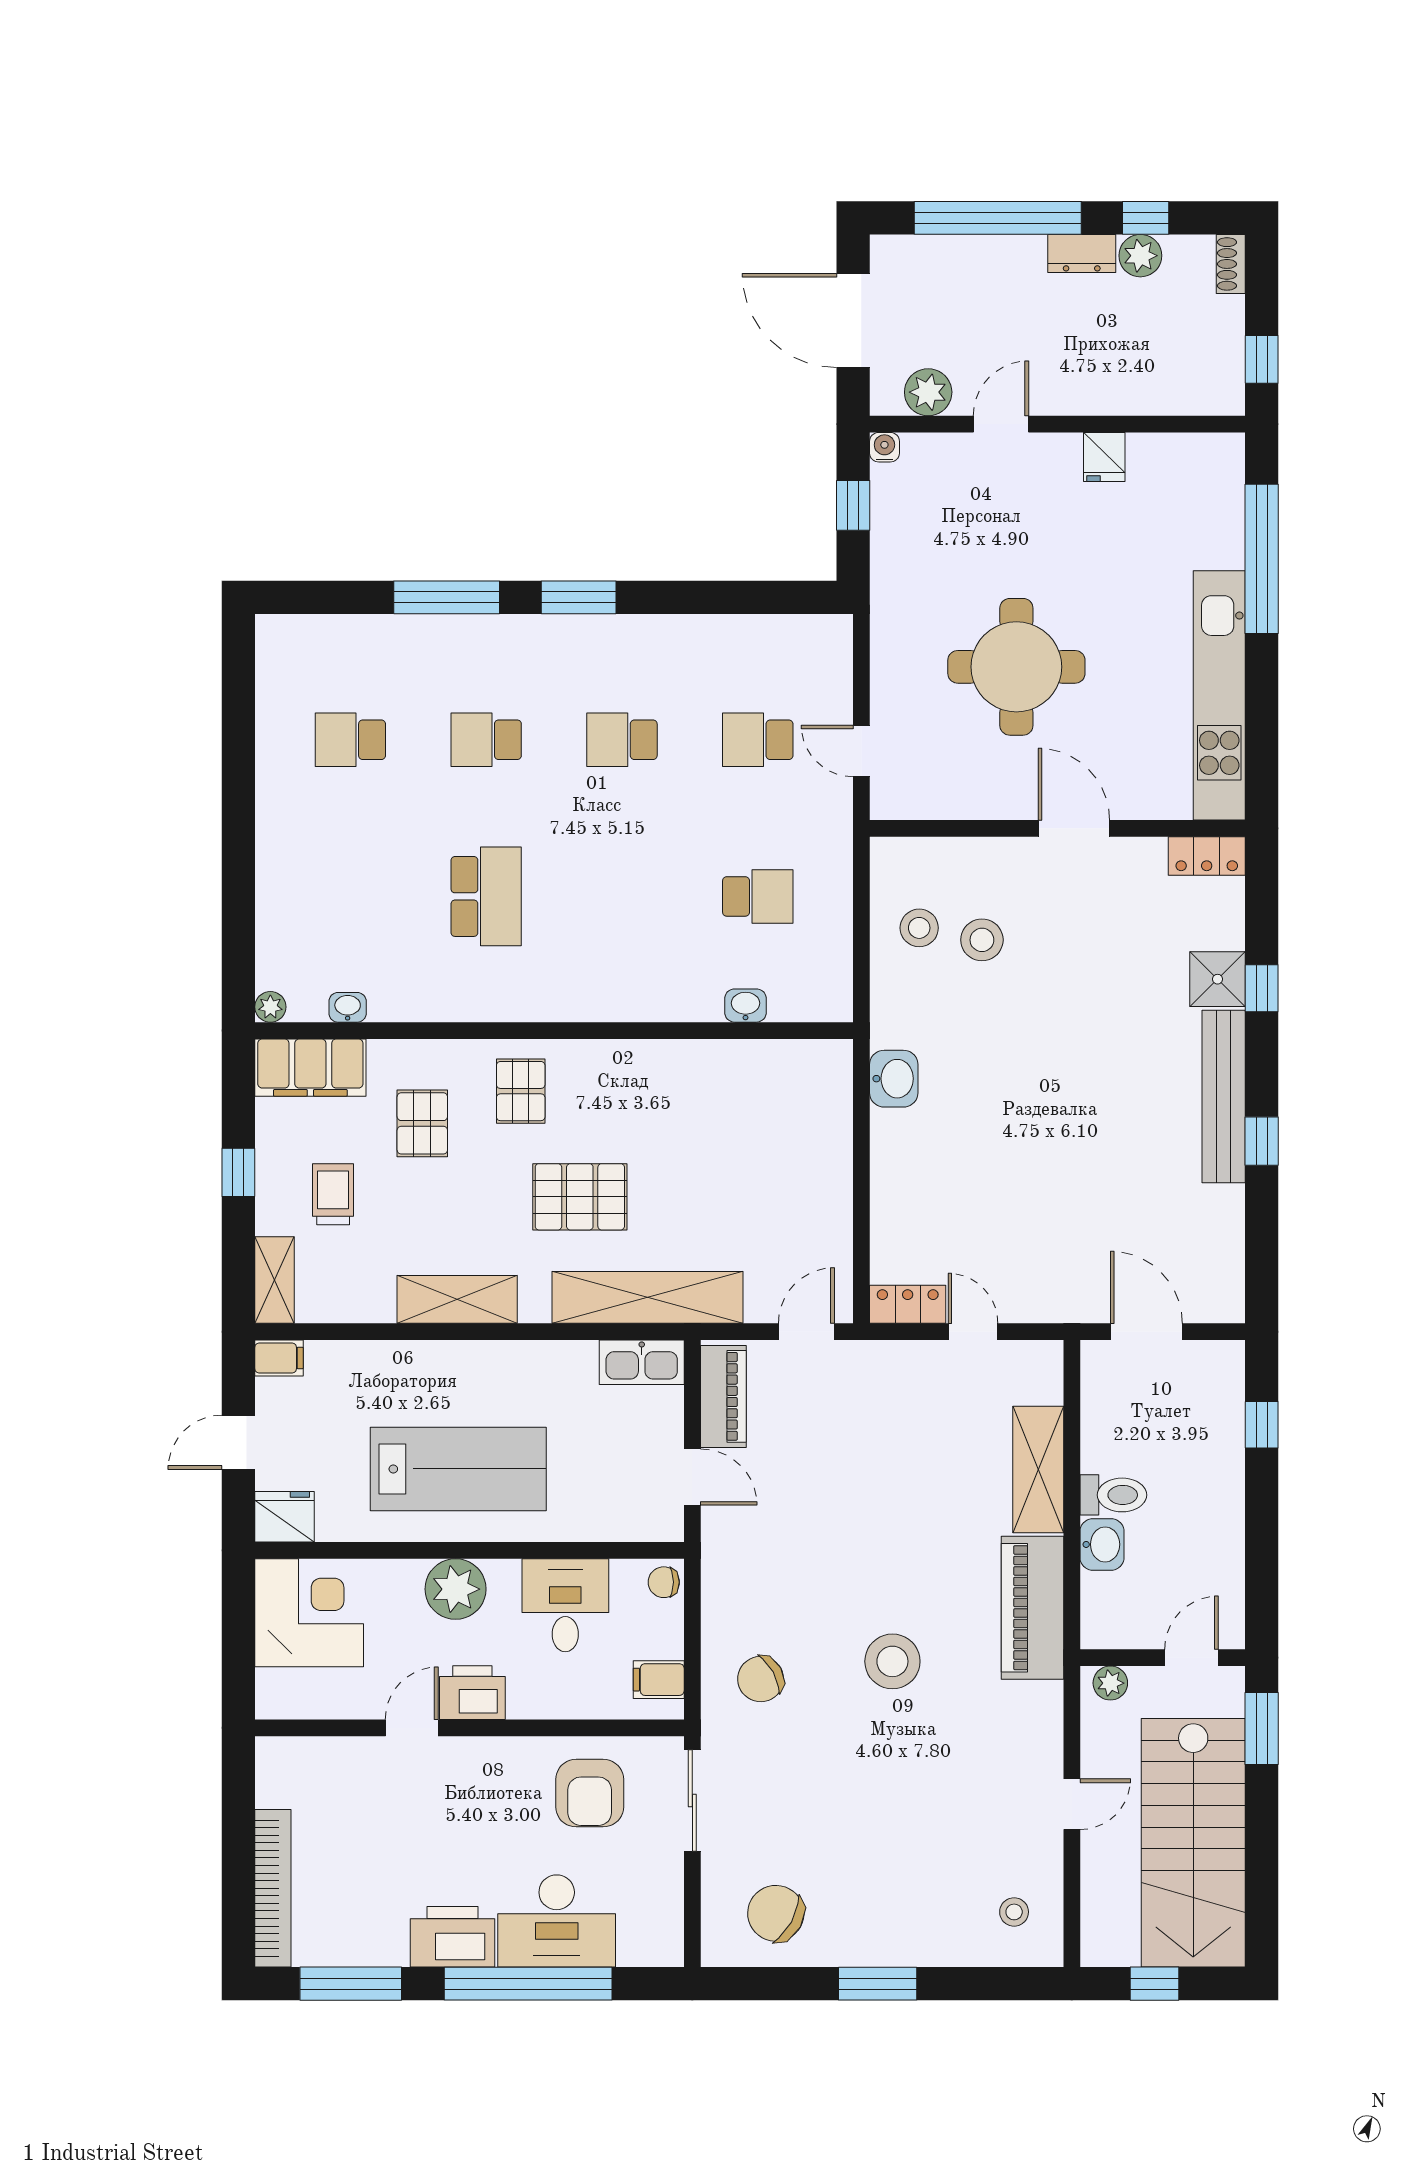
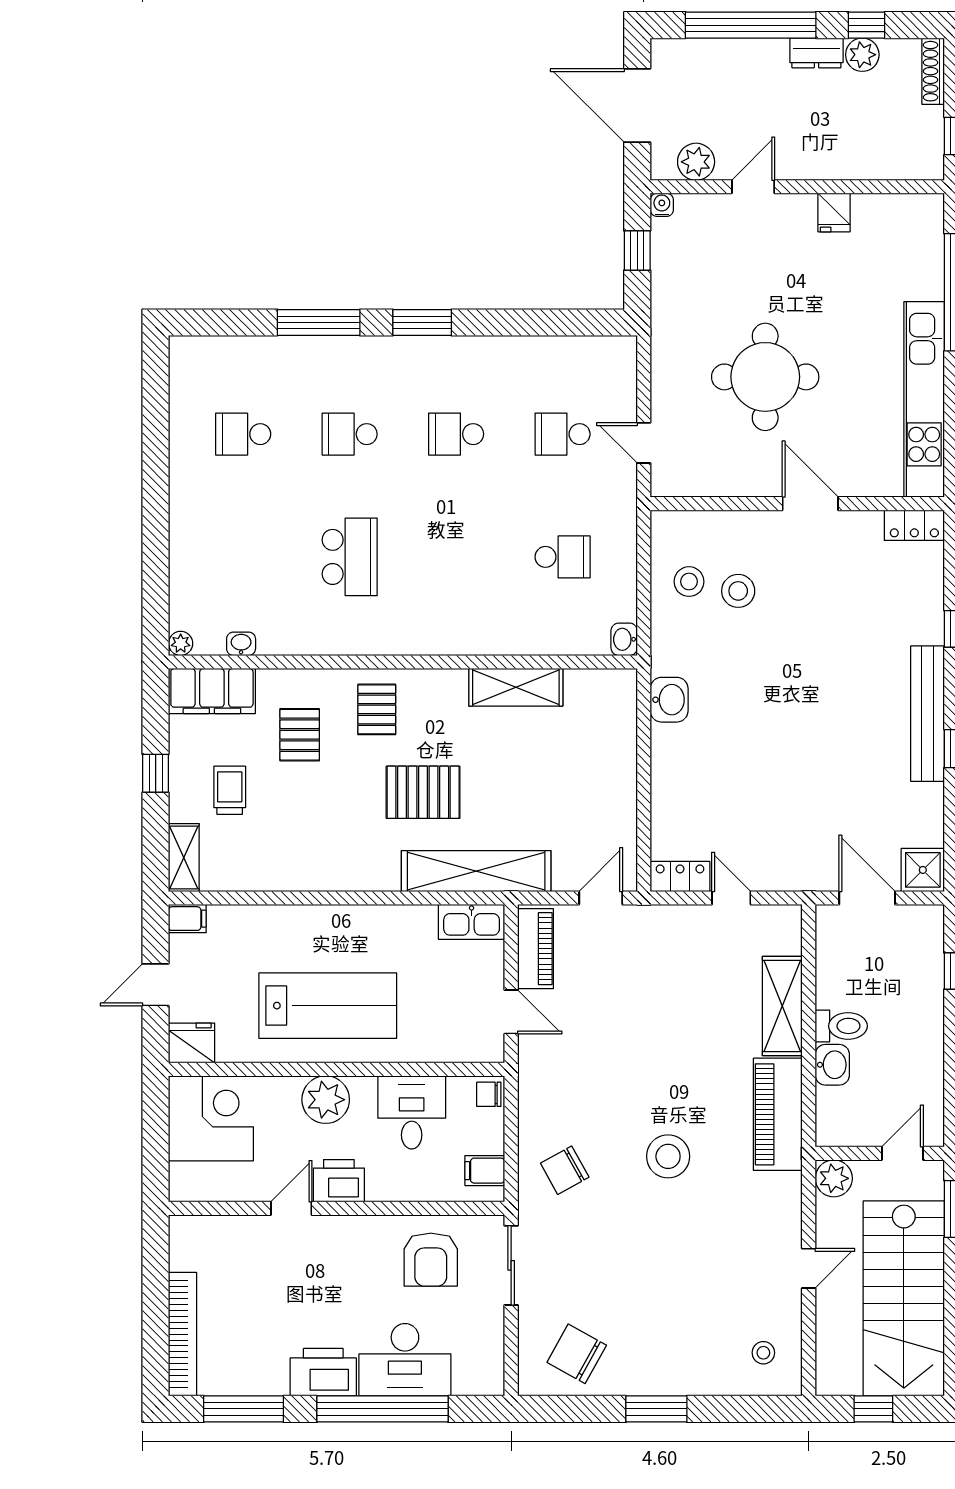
shoe rack: (1231, 264) -> (933, 71), width x1.43
shower: (1218, 979) -> (923, 870), moved
washbasin: (745, 1006) -> (624, 639), moved, turned -90
shelving: (457, 1299) -> (516, 687), moved
plant: (1110, 1683) -> (834, 1178), width x1.38, depth x1.38

